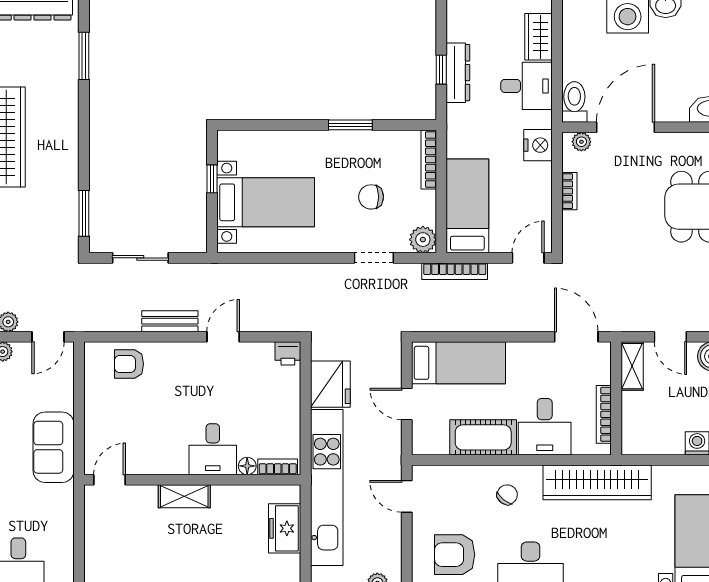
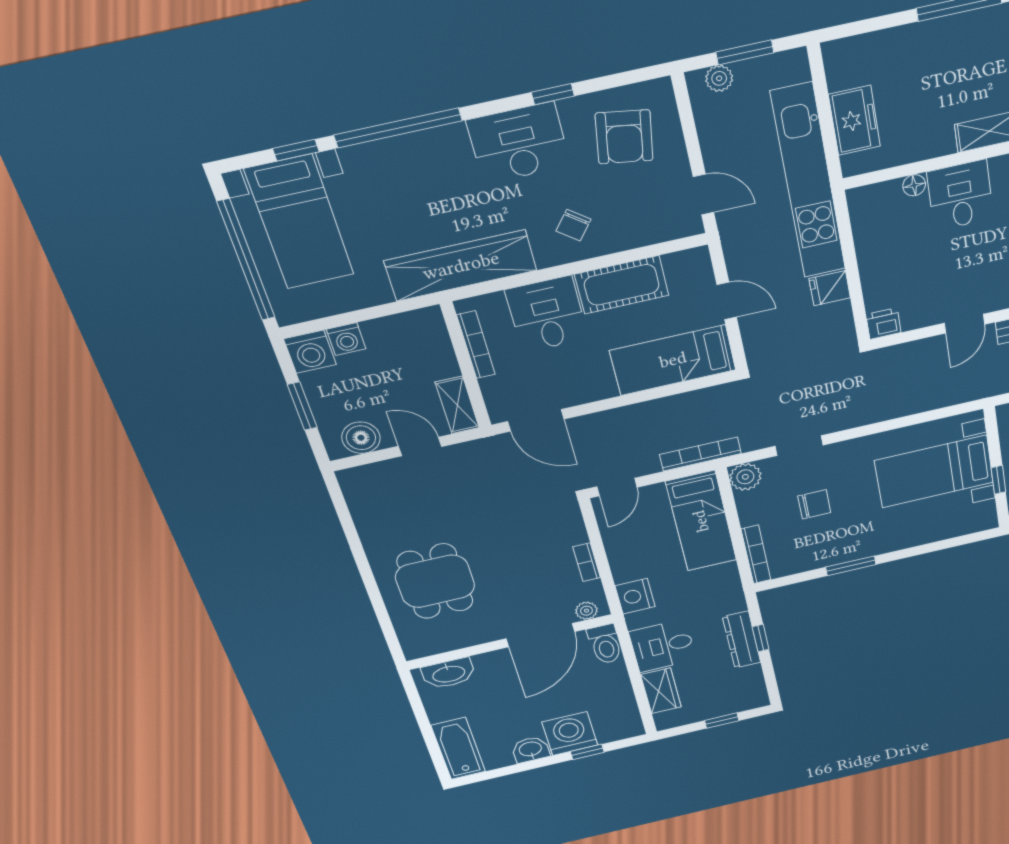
fridge: (330, 384) -> (830, 288), width x0.53, depth x0.75
bookcase: (278, 467) -> (875, 193), removed
armchair: (455, 555) -> (624, 137), turned 99

